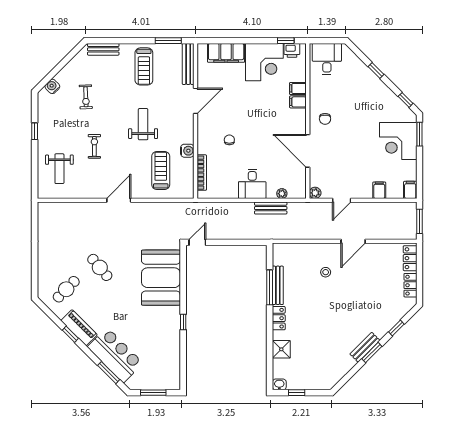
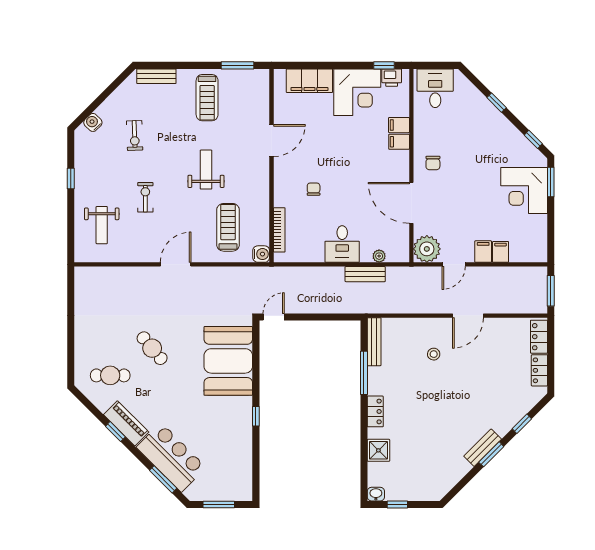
bench: (188, 64) -> (262, 94), removed
water cooler: (187, 151) -> (261, 254), moved
filing cabinet: (410, 190) -> (483, 252), moved
plant: (315, 193) -> (427, 249), width x1.87, depth x1.87
bench: (278, 285) -> (374, 342), moved
cafe table: (66, 289) -> (110, 375), turned 45

